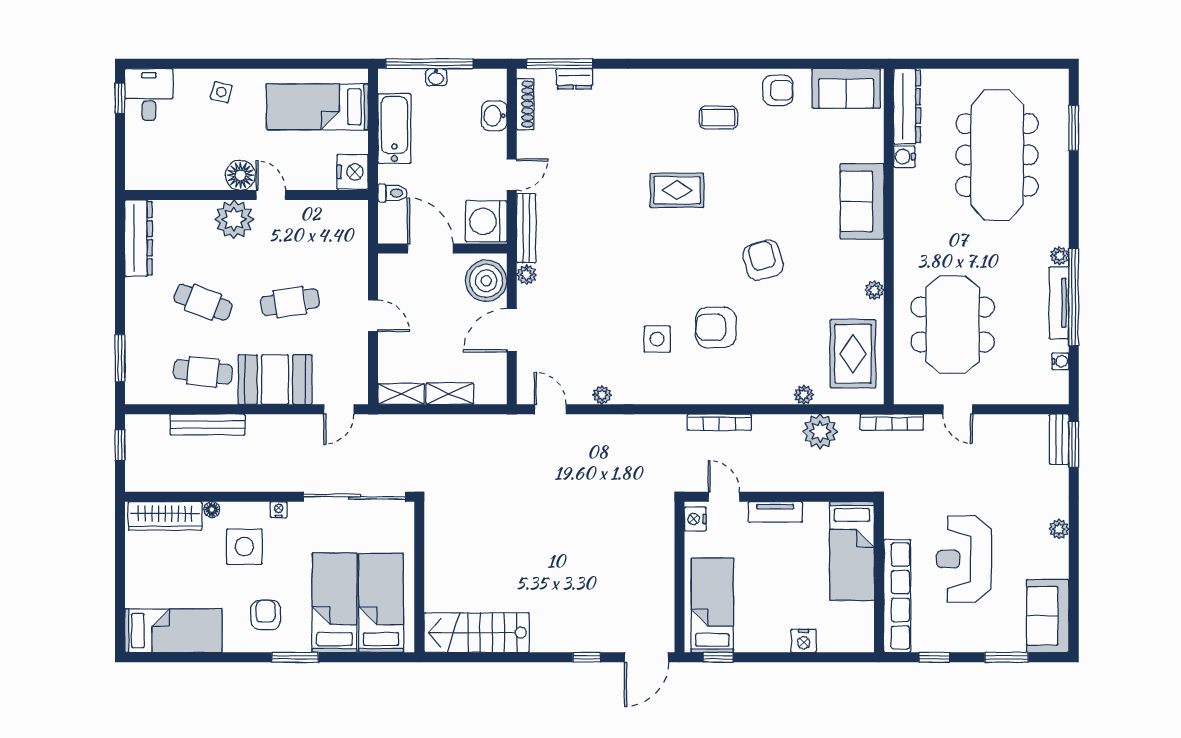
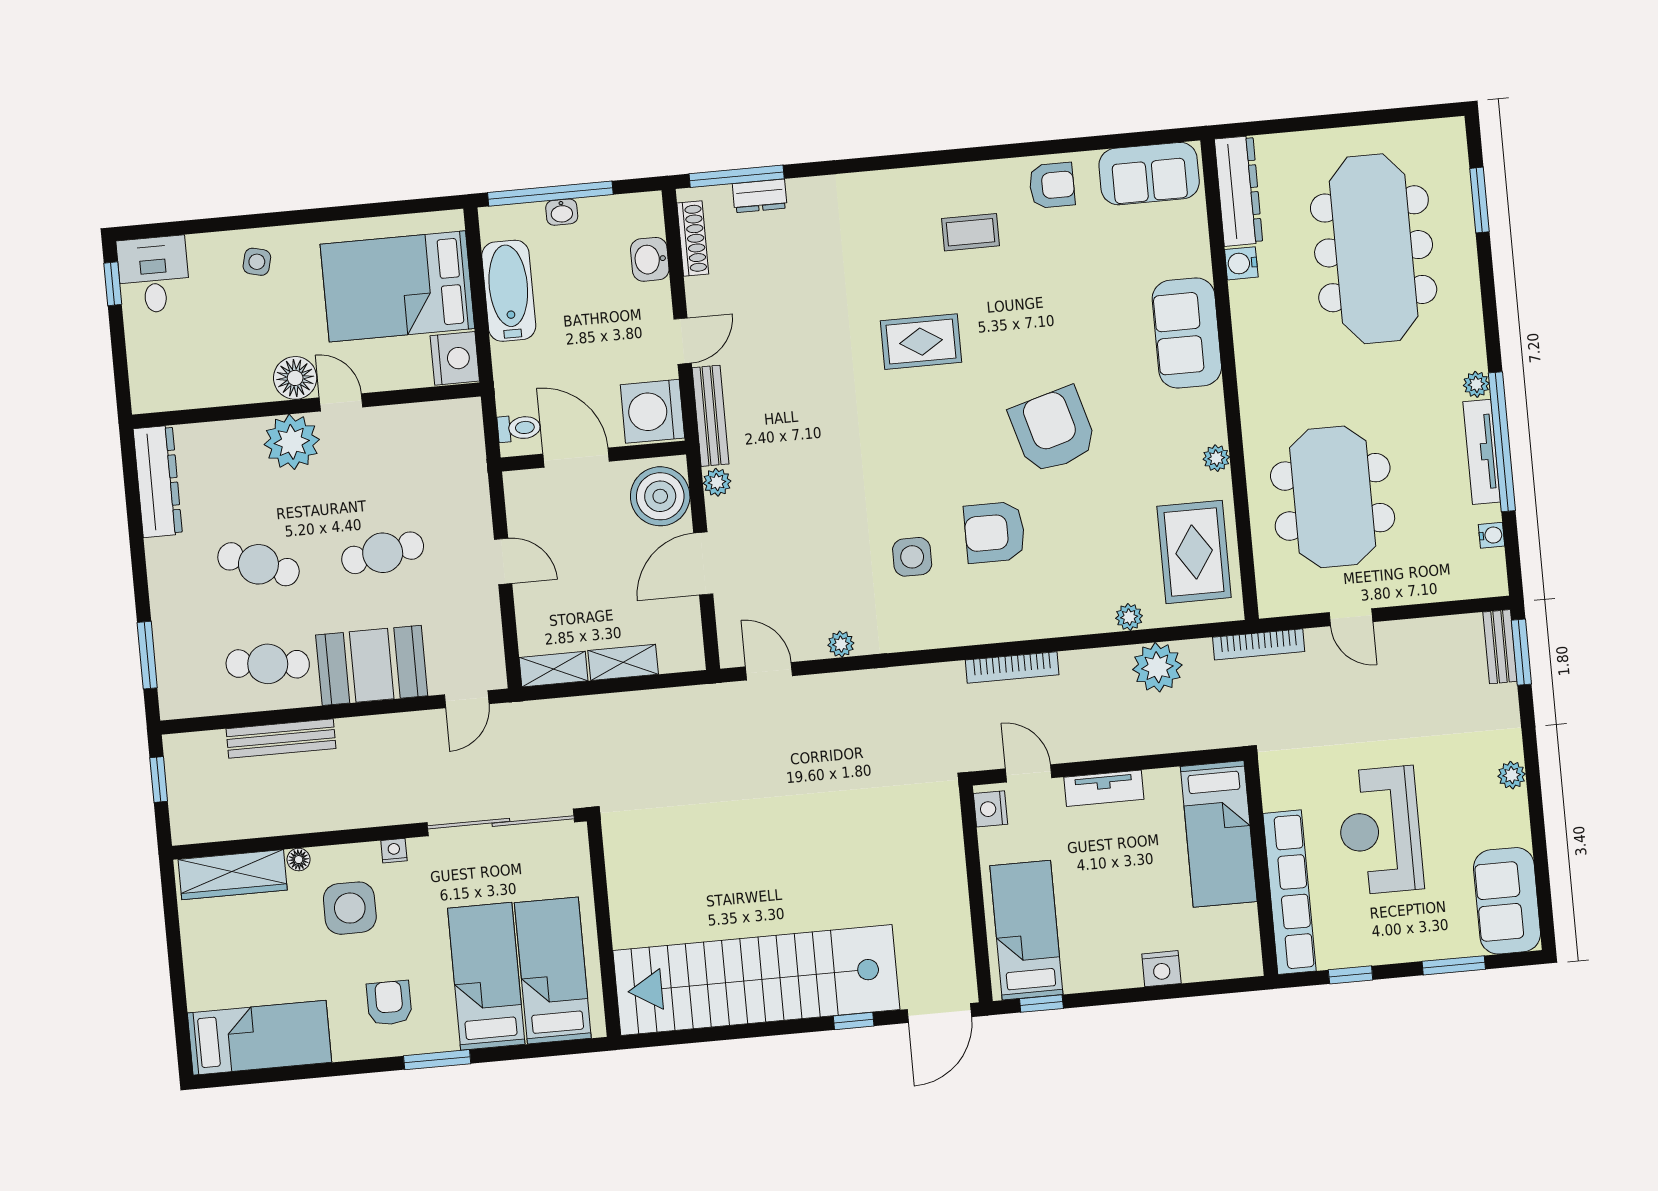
bed: (317, 107) -> (397, 286), width x1.50
toilet: (393, 193) -> (519, 428), moved
armchair: (763, 260) -> (1053, 430), width x1.36, depth x1.36
stairs: (477, 633) -> (756, 980), width x1.86, depth x1.51

